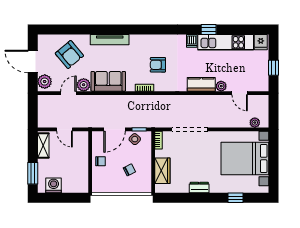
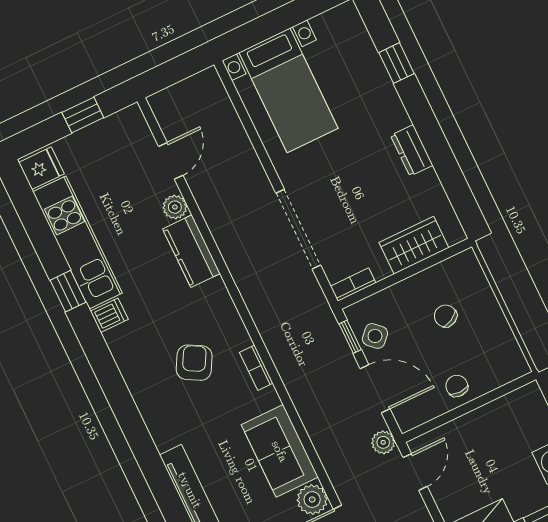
armchair: (158, 65) -> (194, 363), turned -151
plant: (255, 123) -> (383, 442), moved
door: (65, 129) -> (415, 472), moved
bed with nightstands: (245, 159) -> (289, 90), width x0.73

